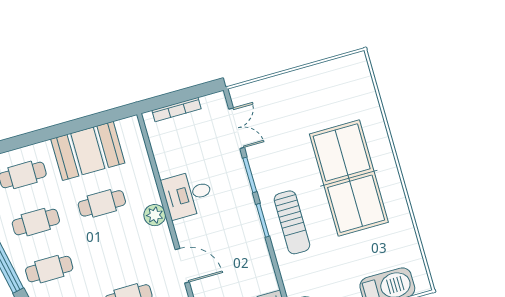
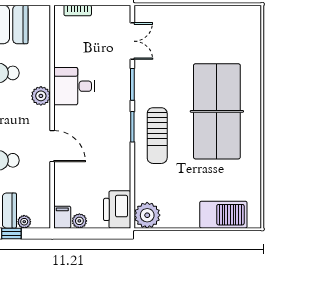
bookcase: (177, 110) -> (78, 10), width x0.64

